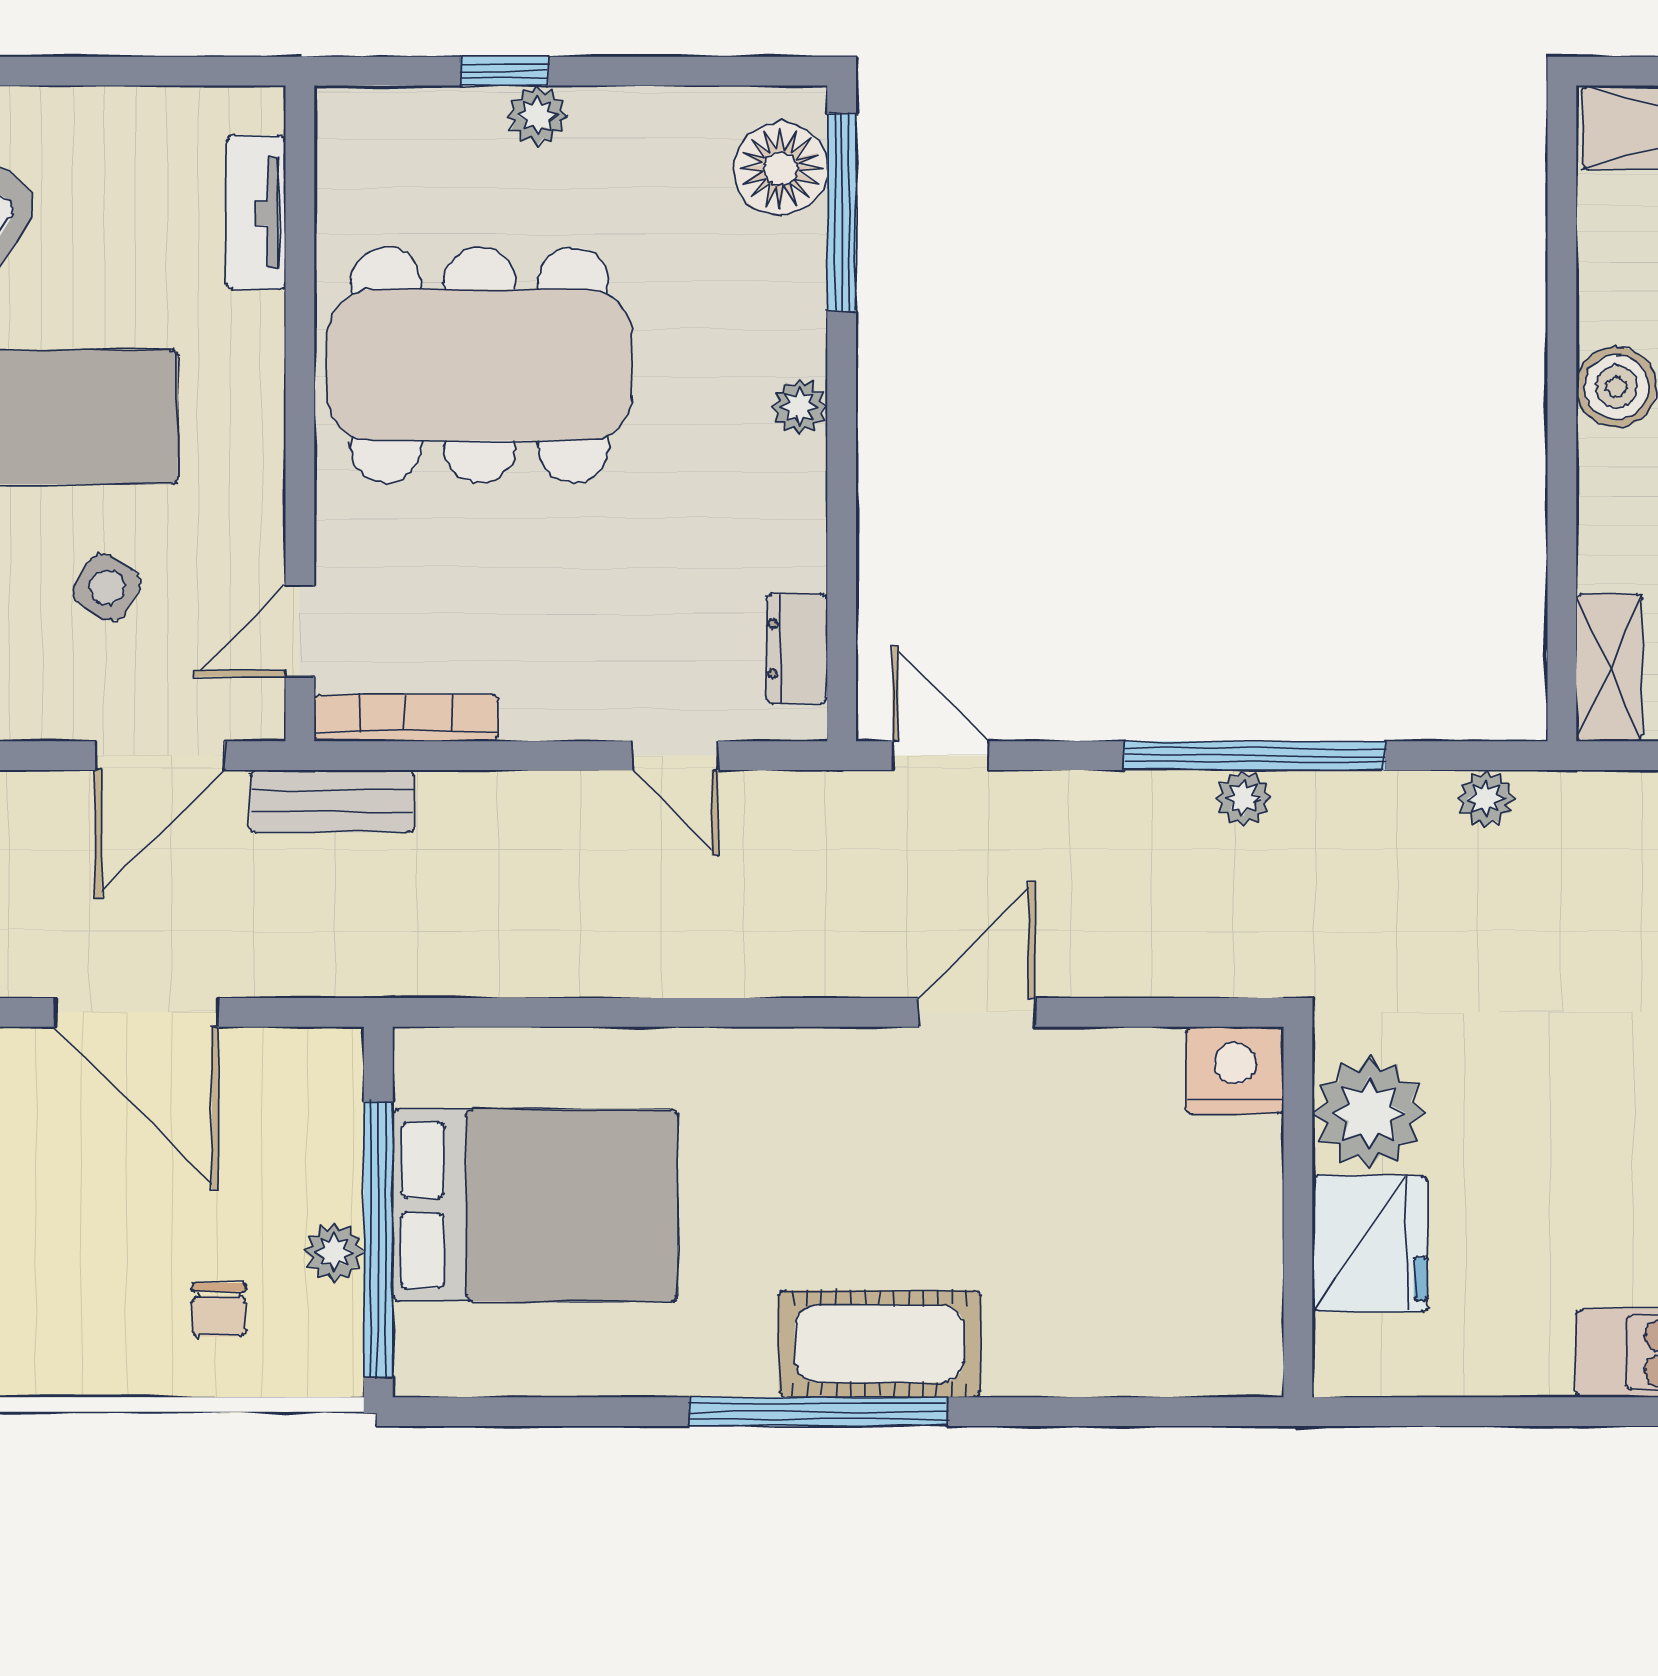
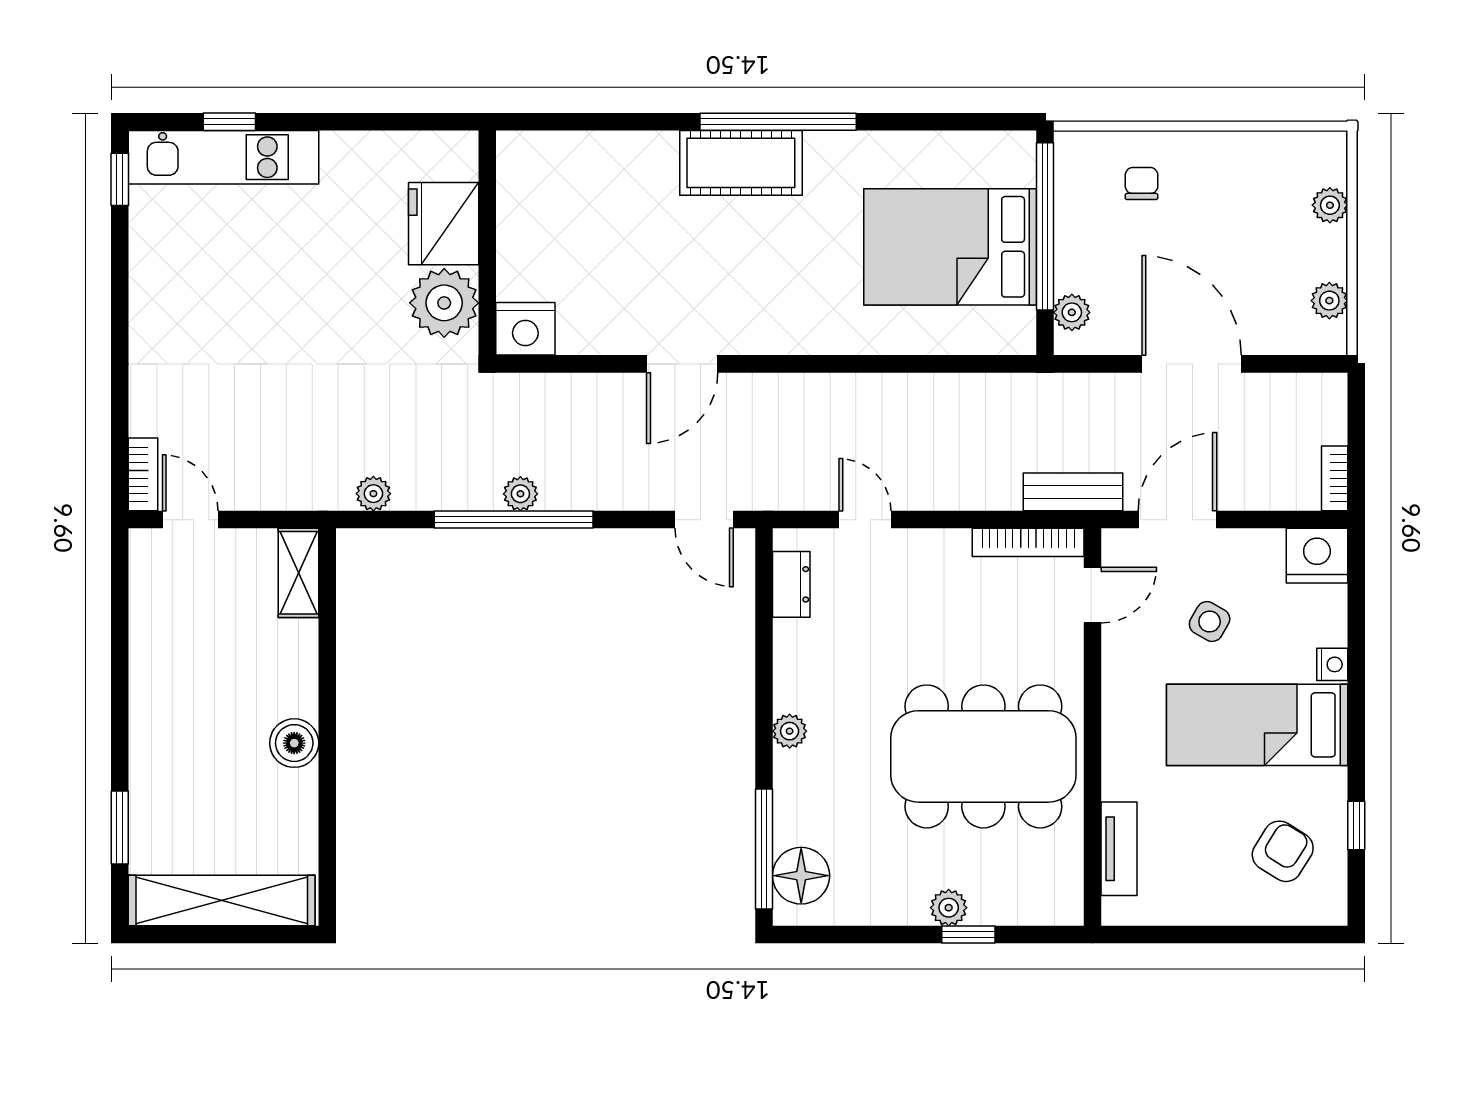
plant: (334, 1252) -> (1072, 312), moved

